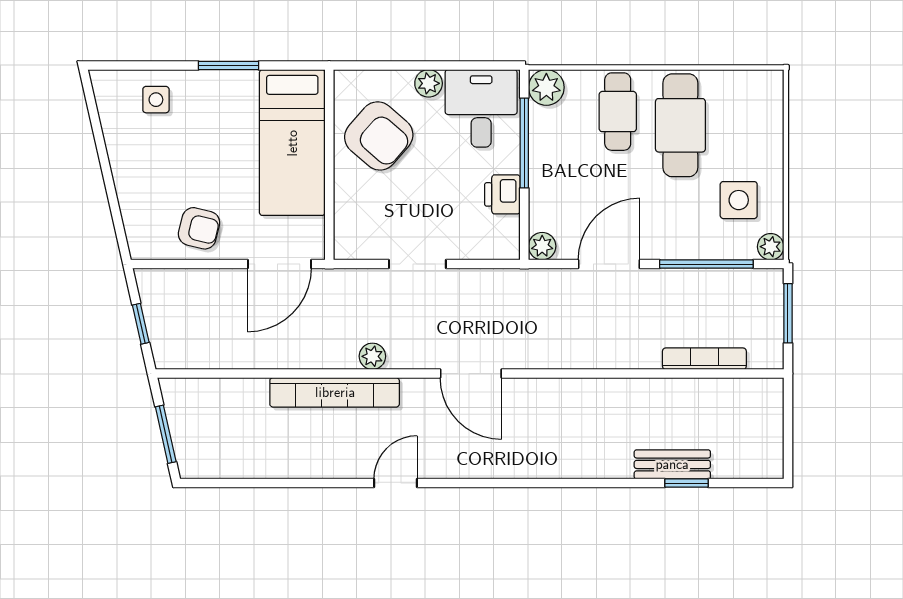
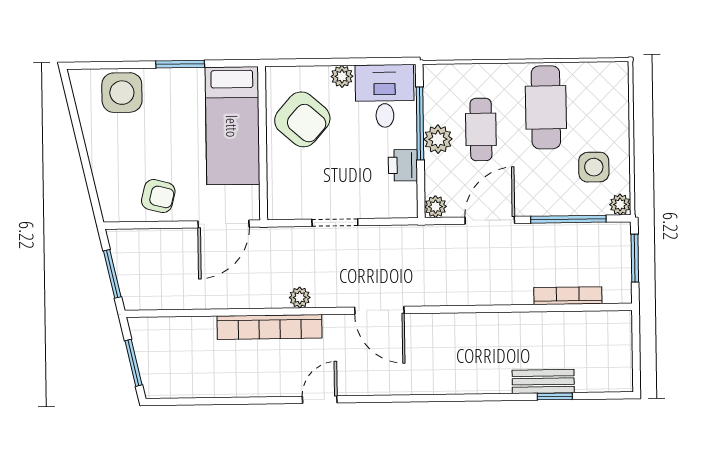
plant: (546, 87) -> (438, 139), moved
side table: (156, 100) -> (122, 93), width x1.87, depth x1.87
cafe table: (618, 112) -> (481, 129), moved
window: (141, 324) -> (112, 274), width x1.50

